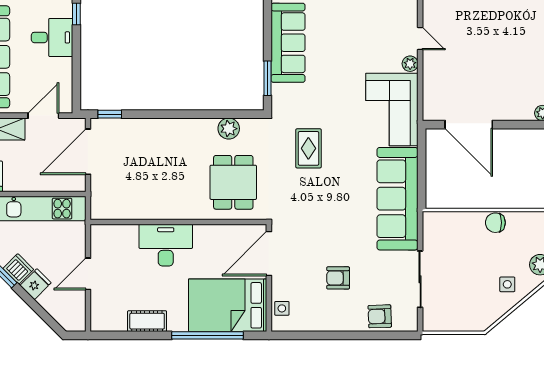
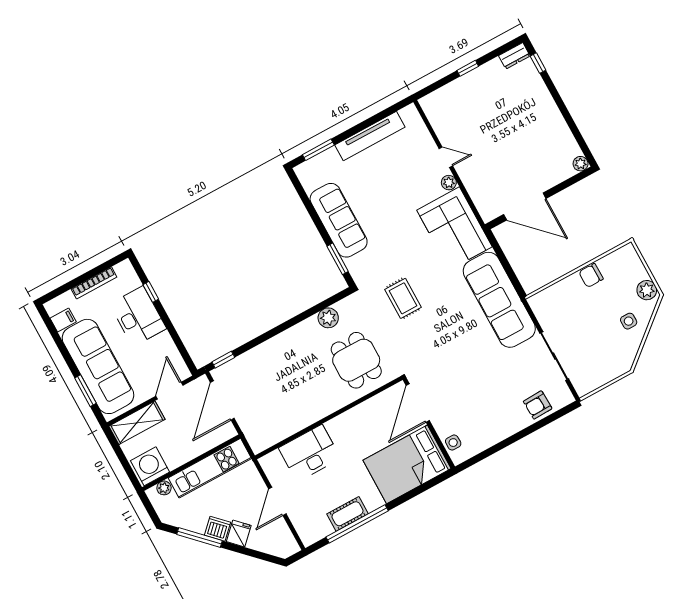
desk: (52, 37) -> (138, 316), width x1.37
desk: (166, 245) -> (309, 453), moved
armchair: (338, 278) -> (486, 392), removed
window: (208, 335) -> (357, 524), moved

